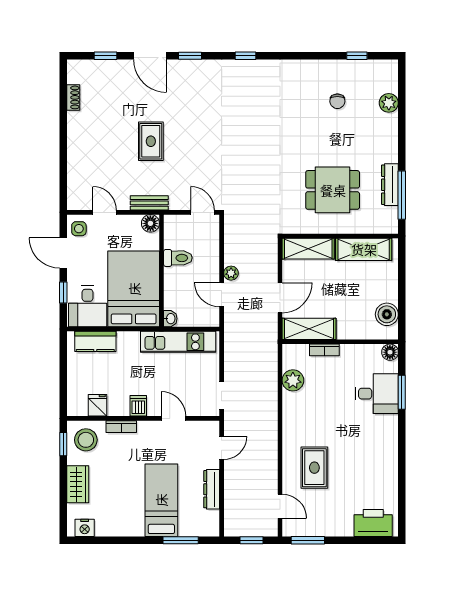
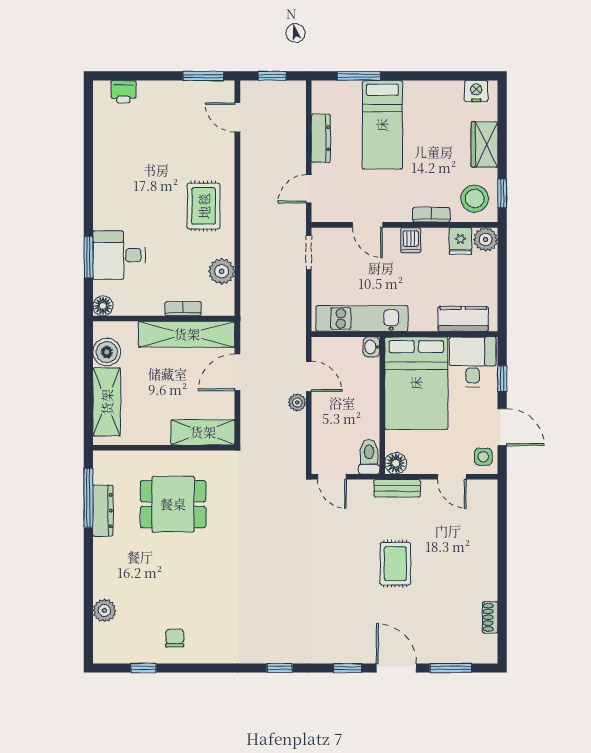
window: (105, 56) -> (451, 668), width x1.50
chair: (337, 101) -> (175, 638), moved
shelving: (364, 249) -> (107, 402), moved, turned 90
toilet: (178, 258) -> (369, 457), moved, turned 90
shelving: (309, 329) -> (187, 334), width x1.47
plant: (77, 406) -> (485, 240), added
rug: (314, 468) -> (204, 206), moved
printer: (373, 523) -> (123, 92), width x0.53, depth x0.68

